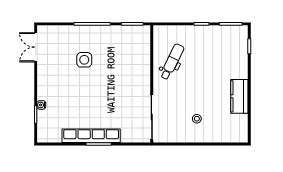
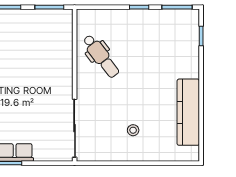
dental chair: (172, 62) -> (101, 56), turned 117
kitchen counter: (239, 96) -> (188, 112), width x1.50

